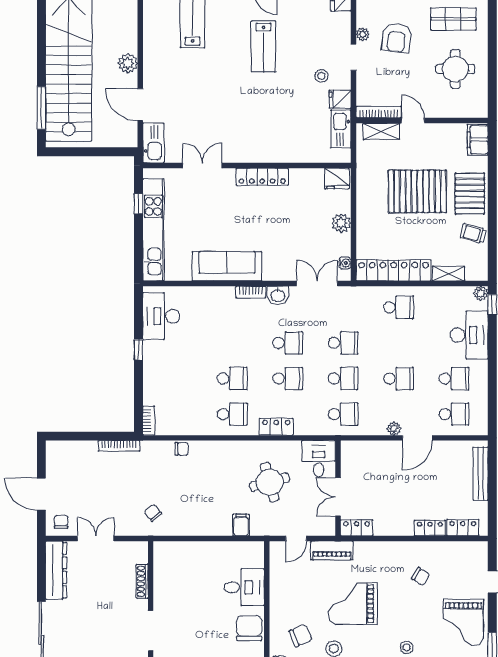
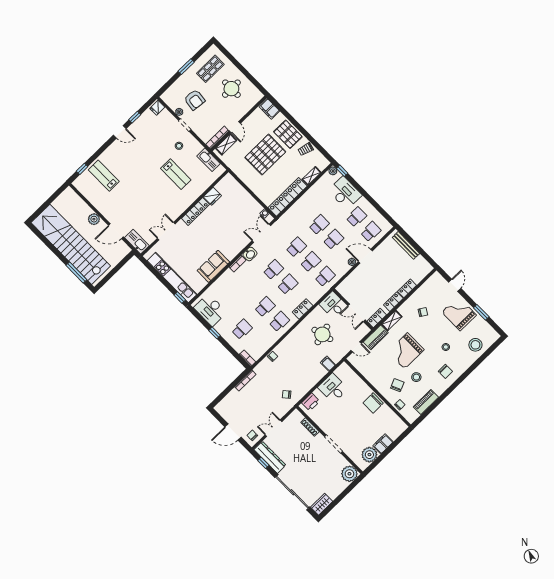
lab bench: (263, 46) -> (176, 174), moved
fridge: (340, 99) -> (196, 148), removed
door: (413, 120) -> (235, 127), swing flipped
fridge: (337, 179) -> (212, 196), moved
window: (138, 204) -> (180, 298), moved
plant: (341, 223) -> (247, 198), removed
sofa: (227, 266) -> (213, 266), width x0.73
school desk: (399, 307) -> (319, 225), moved
school desk: (177, 379) -> (242, 329), added
door: (417, 438) -> (365, 256), swing flipped
locker: (463, 528) -> (393, 302), moved
door: (296, 538) -> (356, 347), hinge flipped
shelving: (372, 549) -> (392, 320), added
printer: (173, 551) -> (311, 402), added
window: (41, 569) -> (263, 463), added
desk: (244, 587) -> (333, 388), moved, turned -90
grand piano: (463, 622) -> (459, 314), turned 180
chair: (249, 628) -> (373, 403), turned -90

